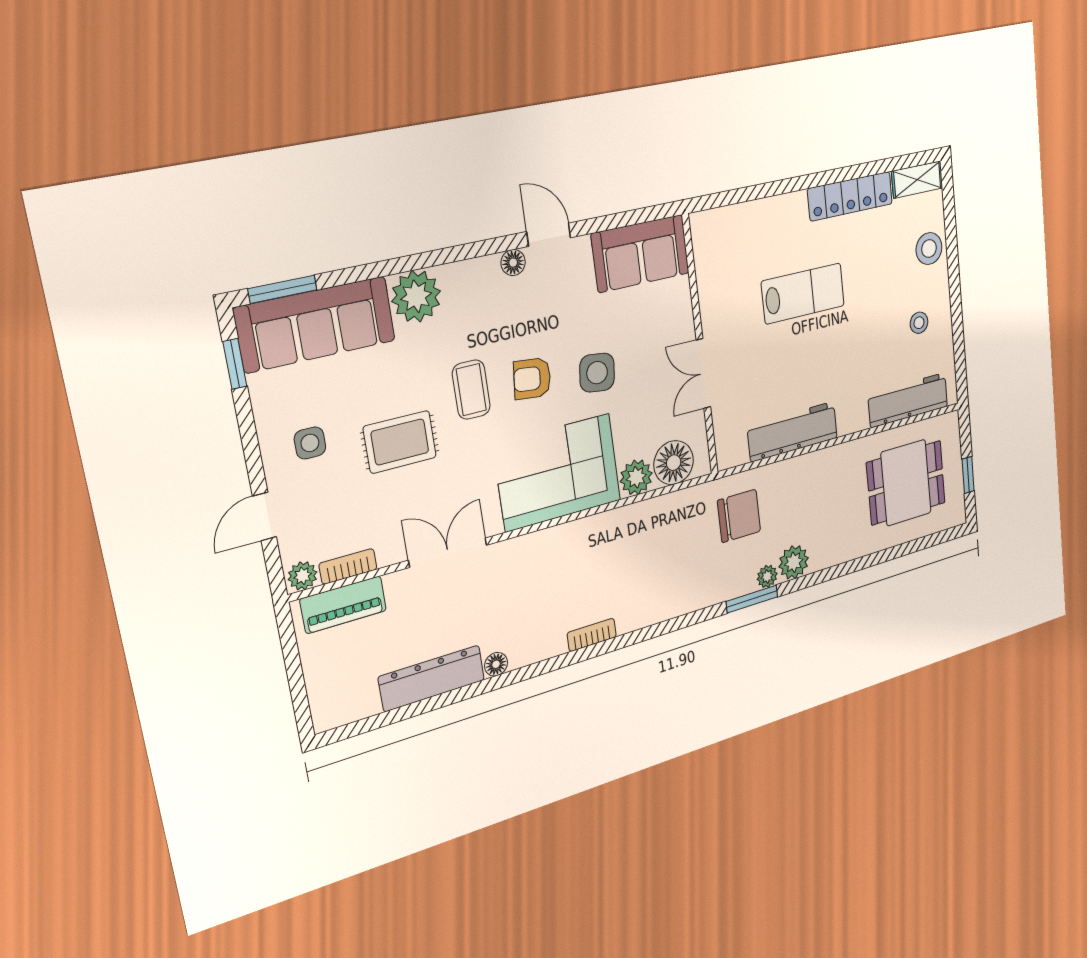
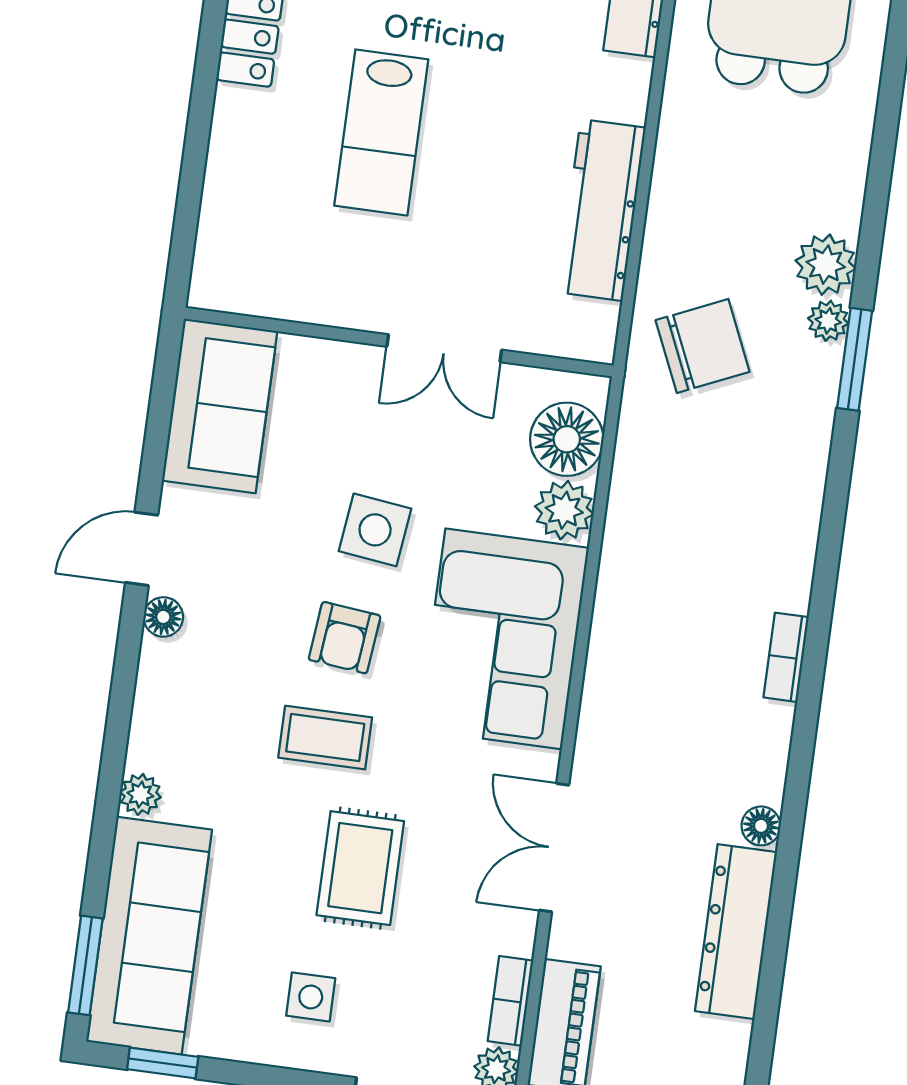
lab bench: (803, 294) -> (381, 132), turned 180
plant: (416, 296) -> (140, 794), width x0.53, depth x0.53
chair: (739, 516) -> (703, 346), turned 66

